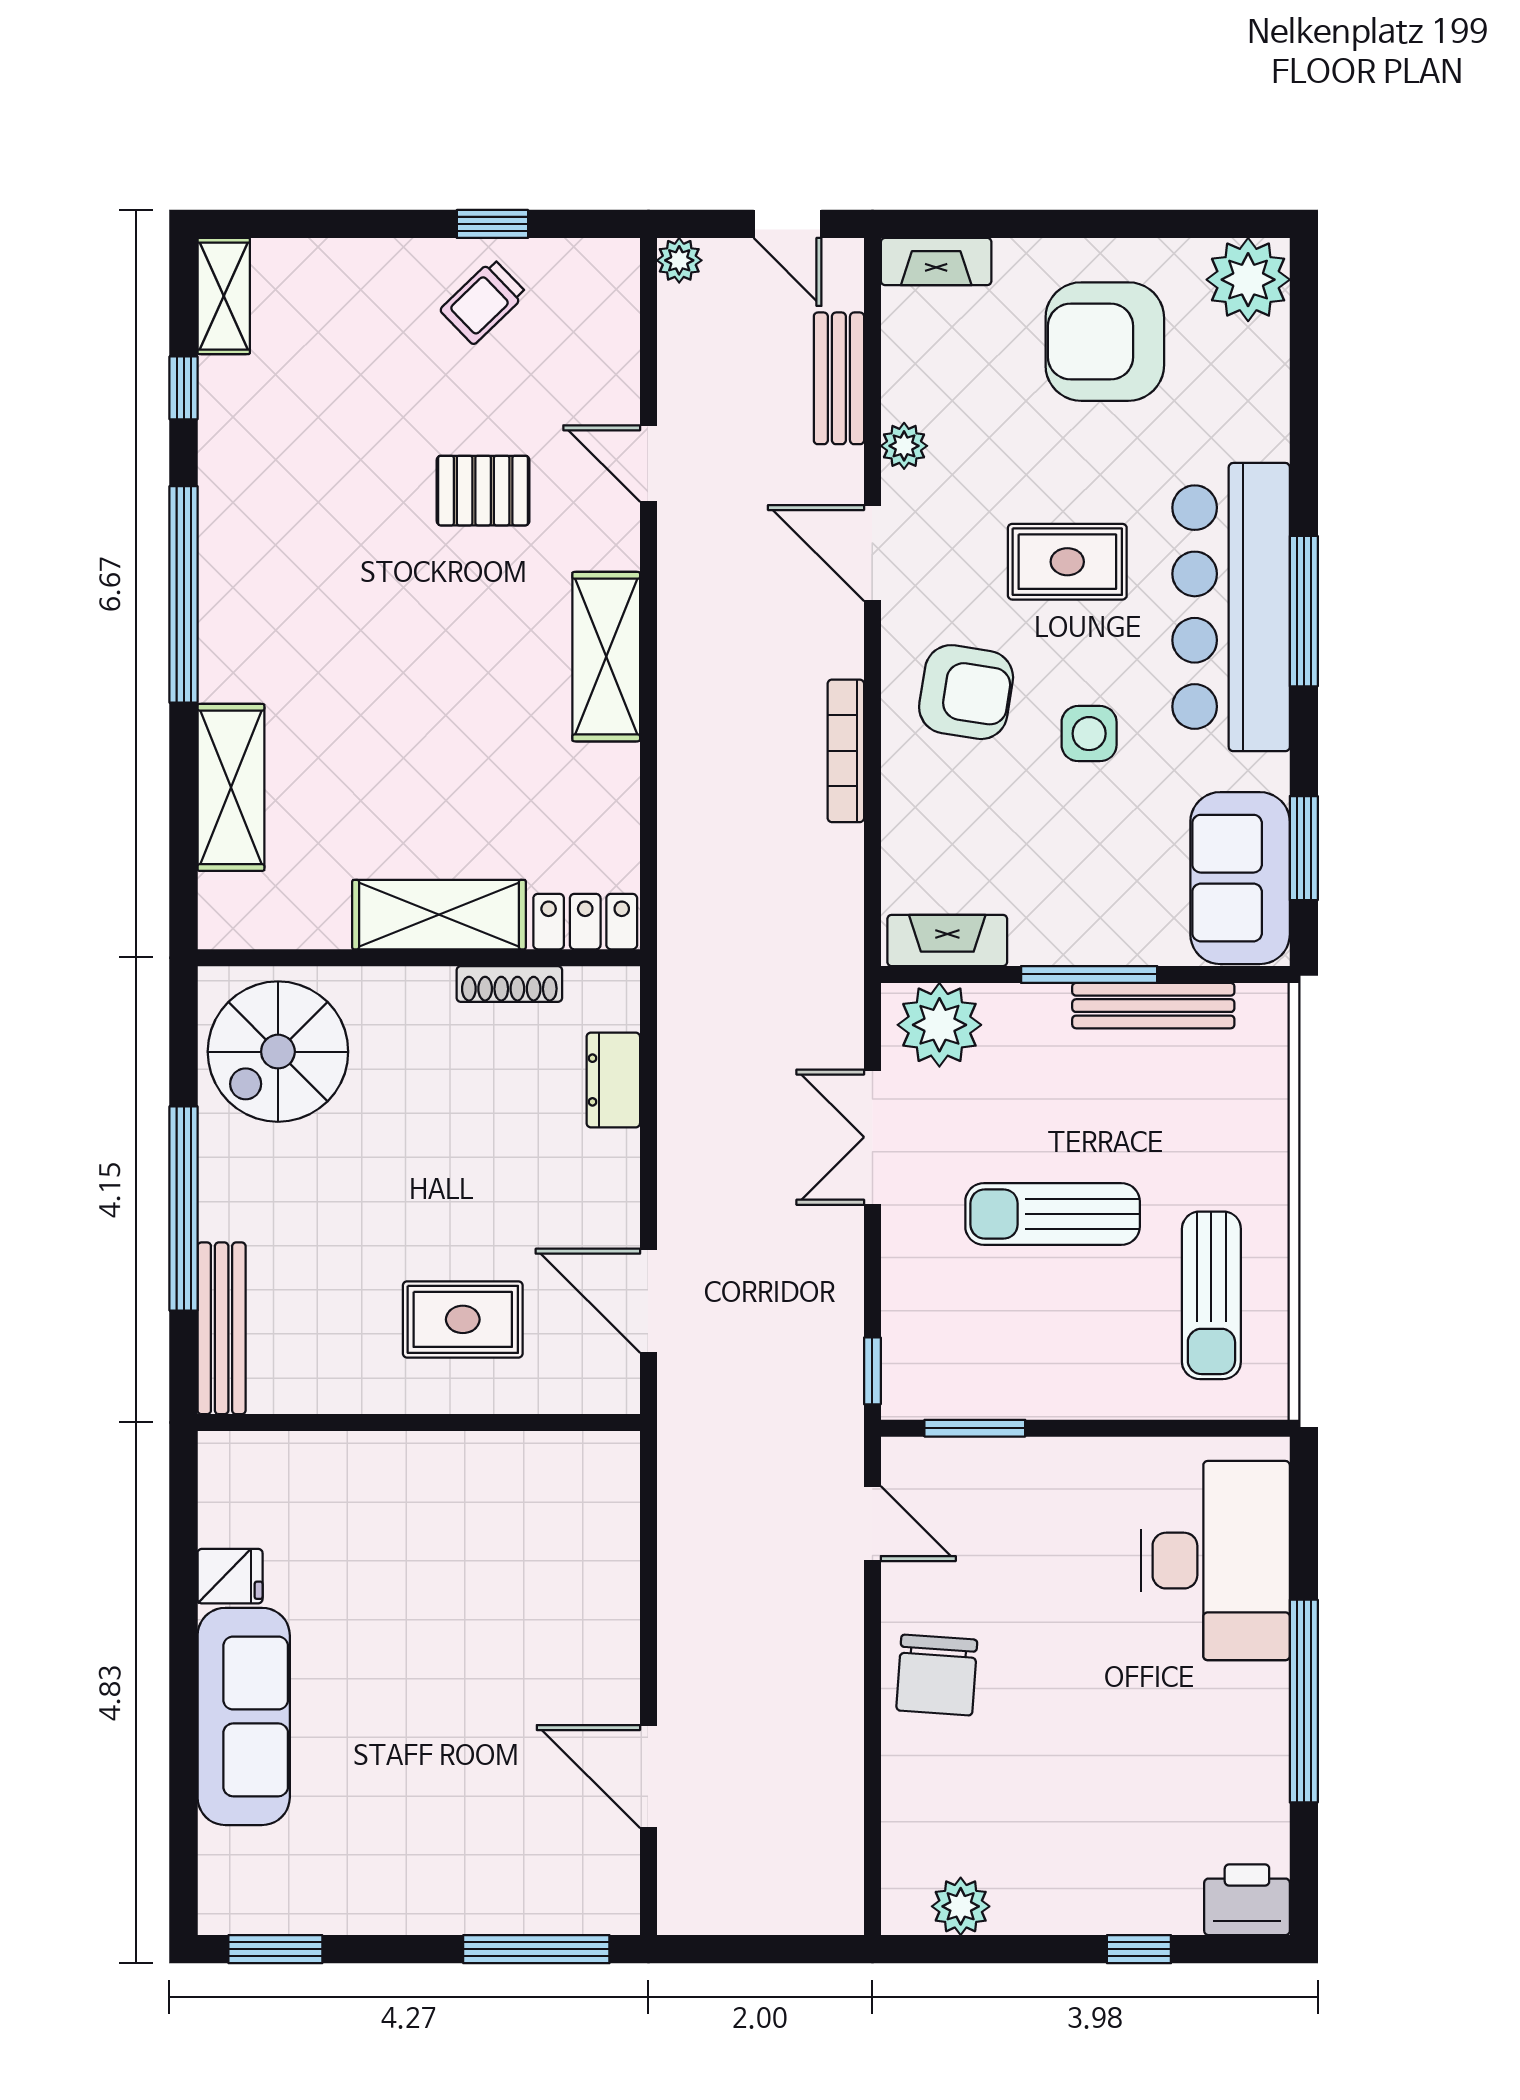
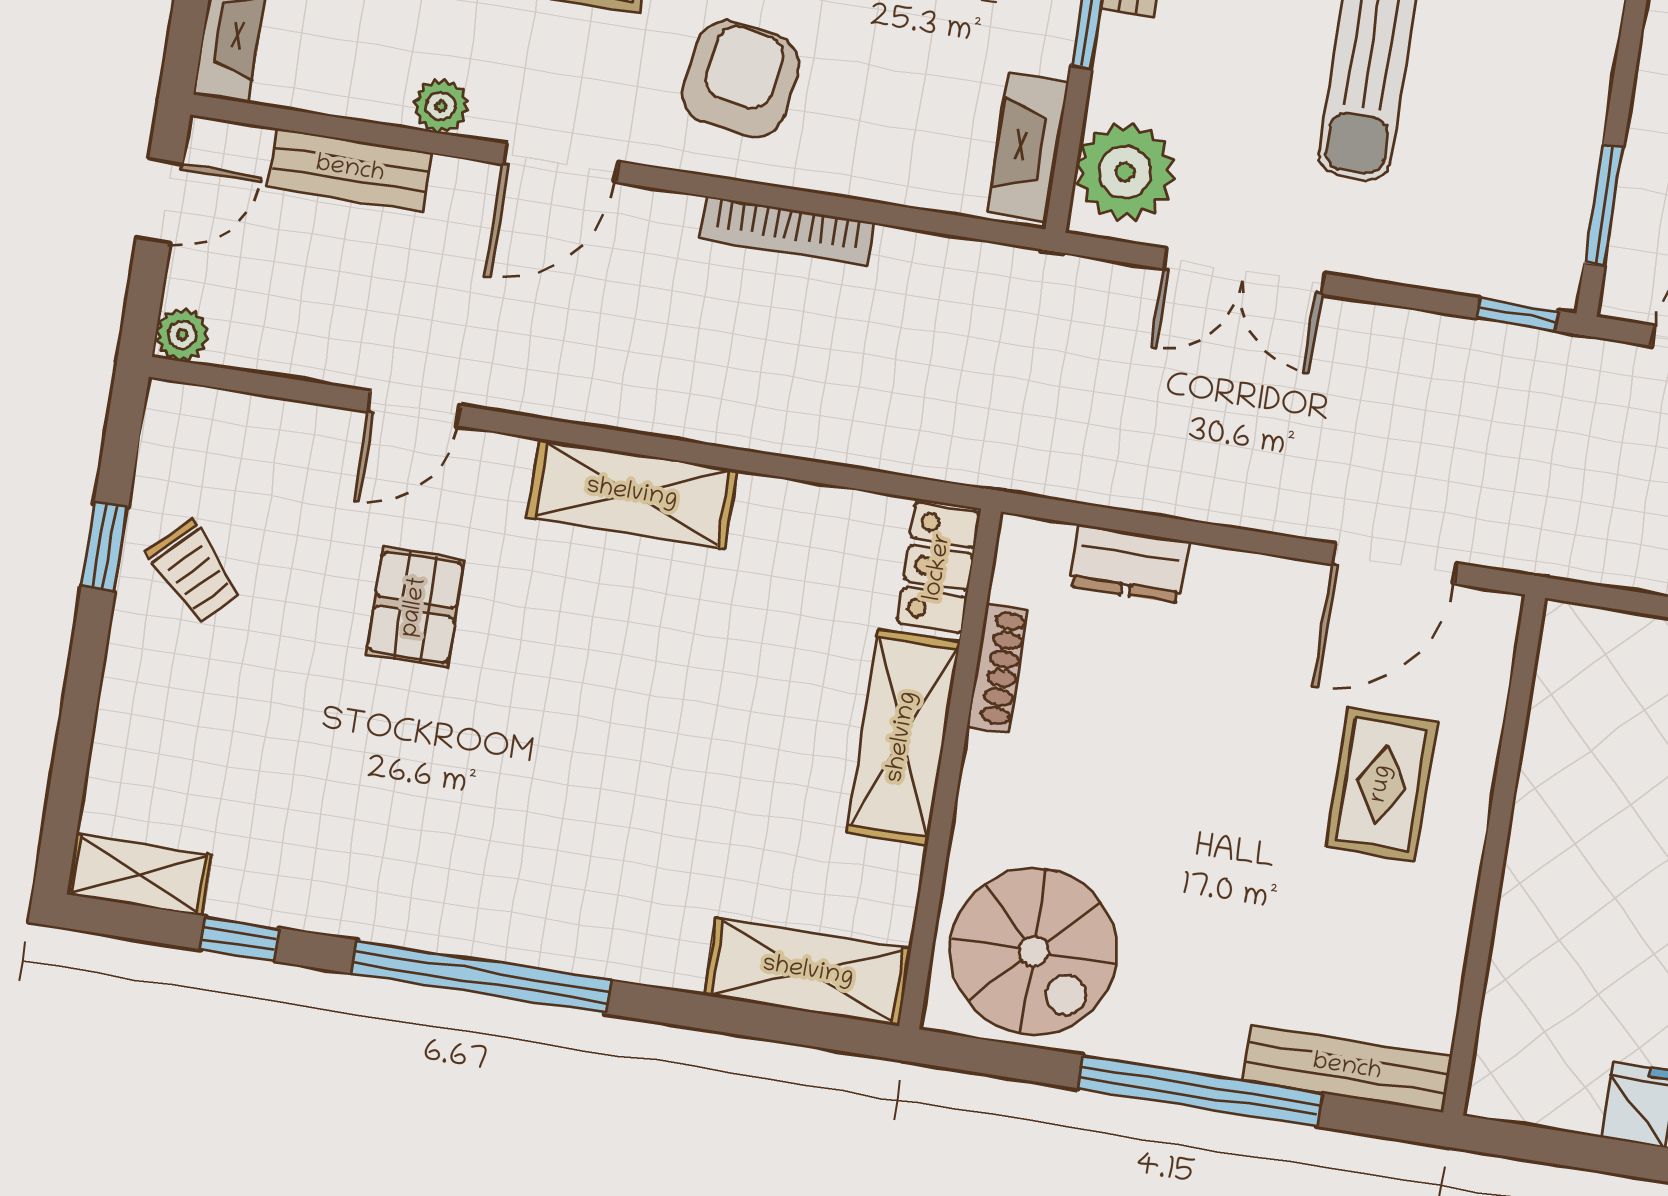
shelving: (231, 787) -> (808, 972), moved

